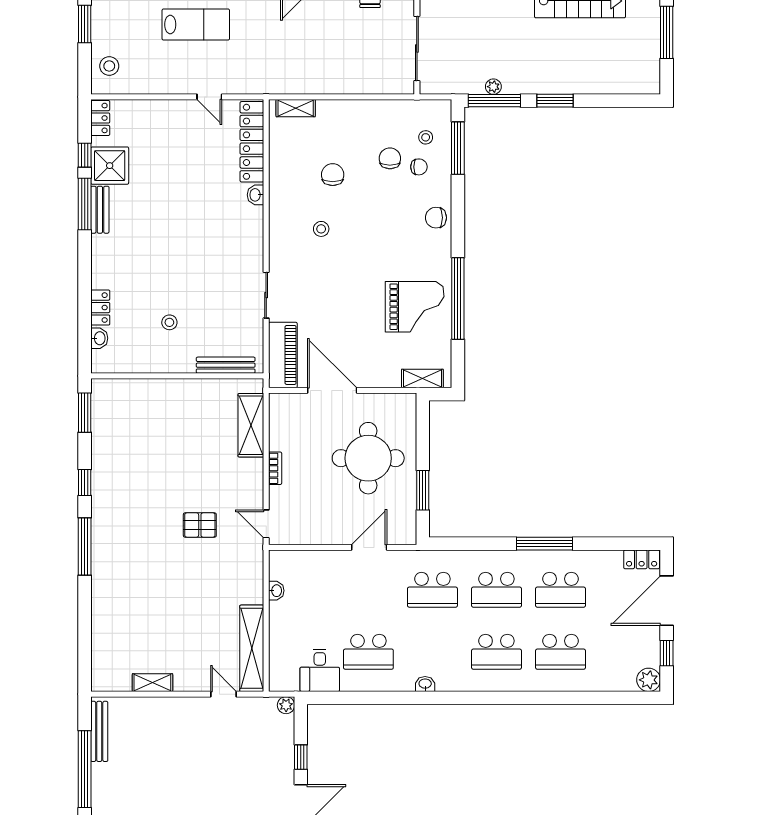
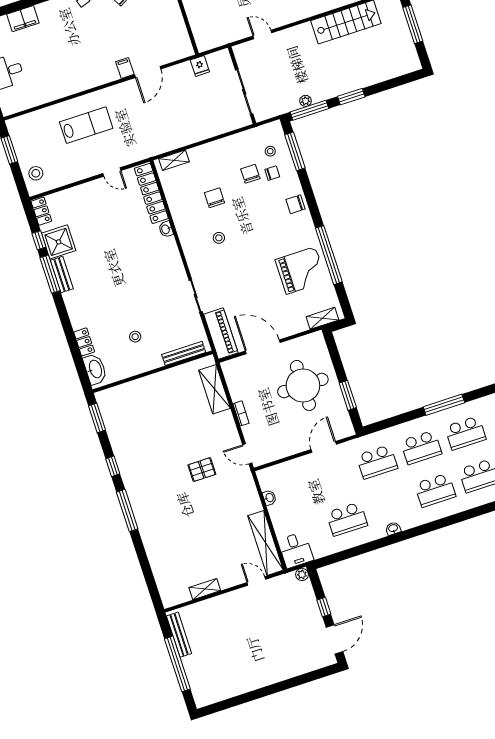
washbasin: (99, 338) -> (95, 369), width x1.91, depth x1.45
desk: (320, 670) -> (296, 550), moved

